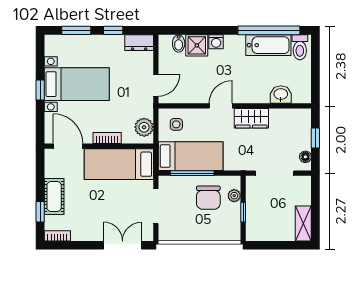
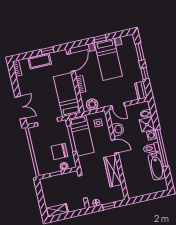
window: (269, 30) -> (162, 148), moved
toilet: (300, 47) -> (151, 148), moved
washbasin: (281, 95) -> (118, 129), moved
wardrobe: (251, 118) -> (113, 171), width x1.50
window: (40, 212) -> (47, 51), moved

